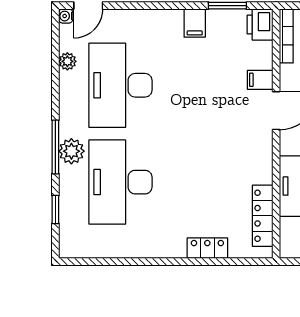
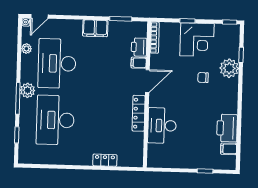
filing cabinet: (195, 23) -> (95, 28), width x2.00
printer: (260, 24) -> (139, 47), moved
plant: (71, 151) -> (27, 90), moved
locker: (263, 216) -> (139, 113), moved

